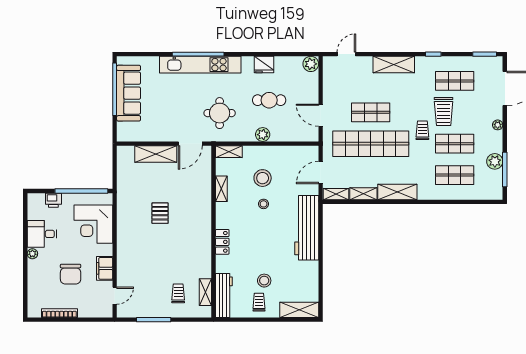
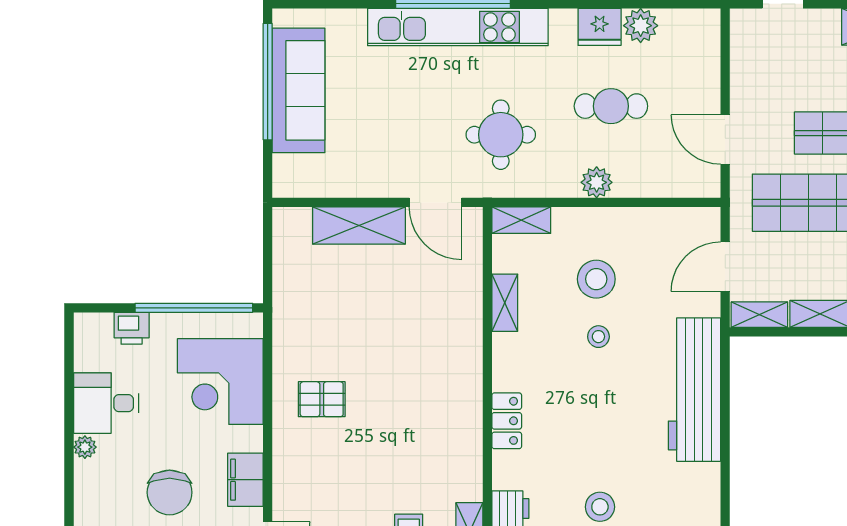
plant: (311, 64) -> (641, 26), moved
door: (190, 144) -> (436, 202), hinge flipped
pallet: (160, 213) -> (322, 399), moved, turned 90

